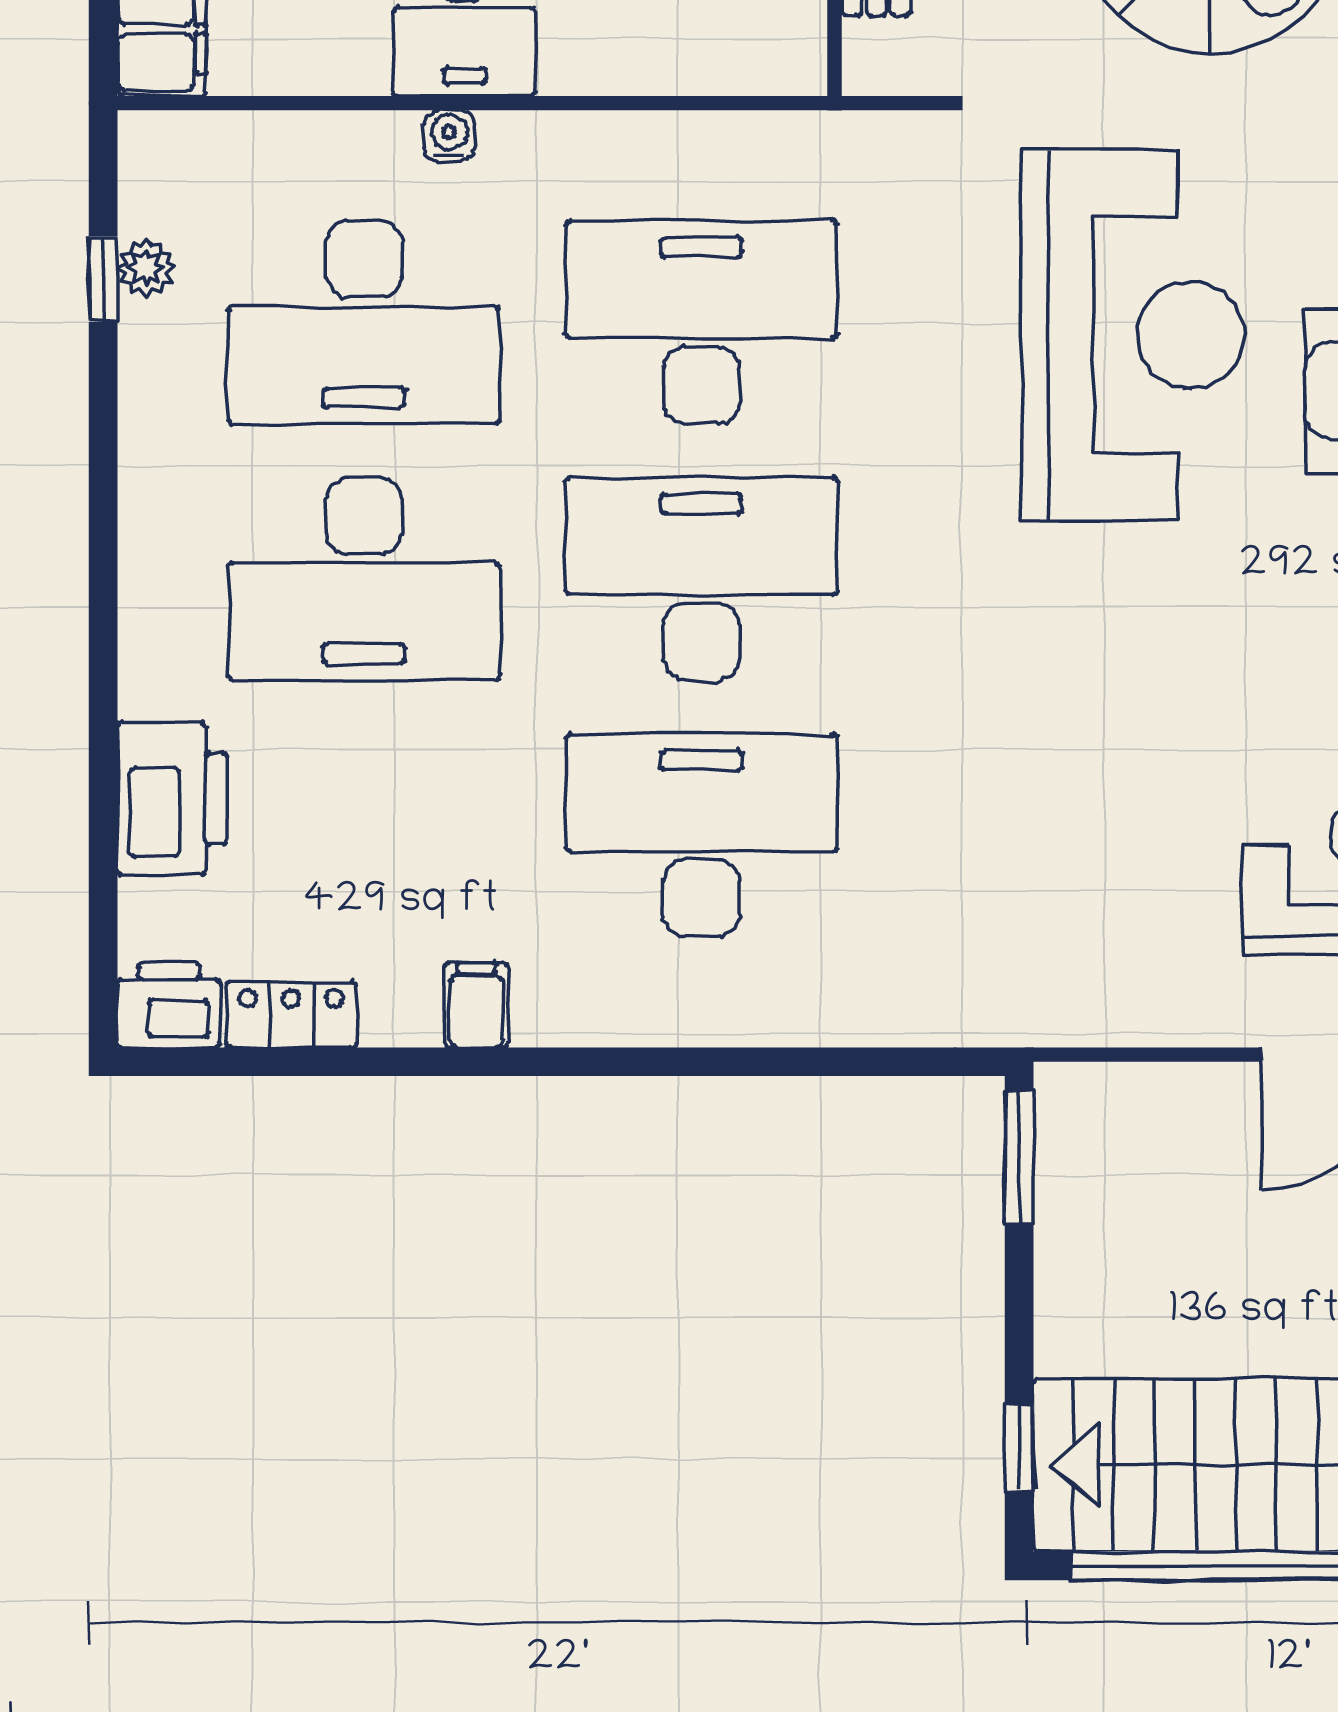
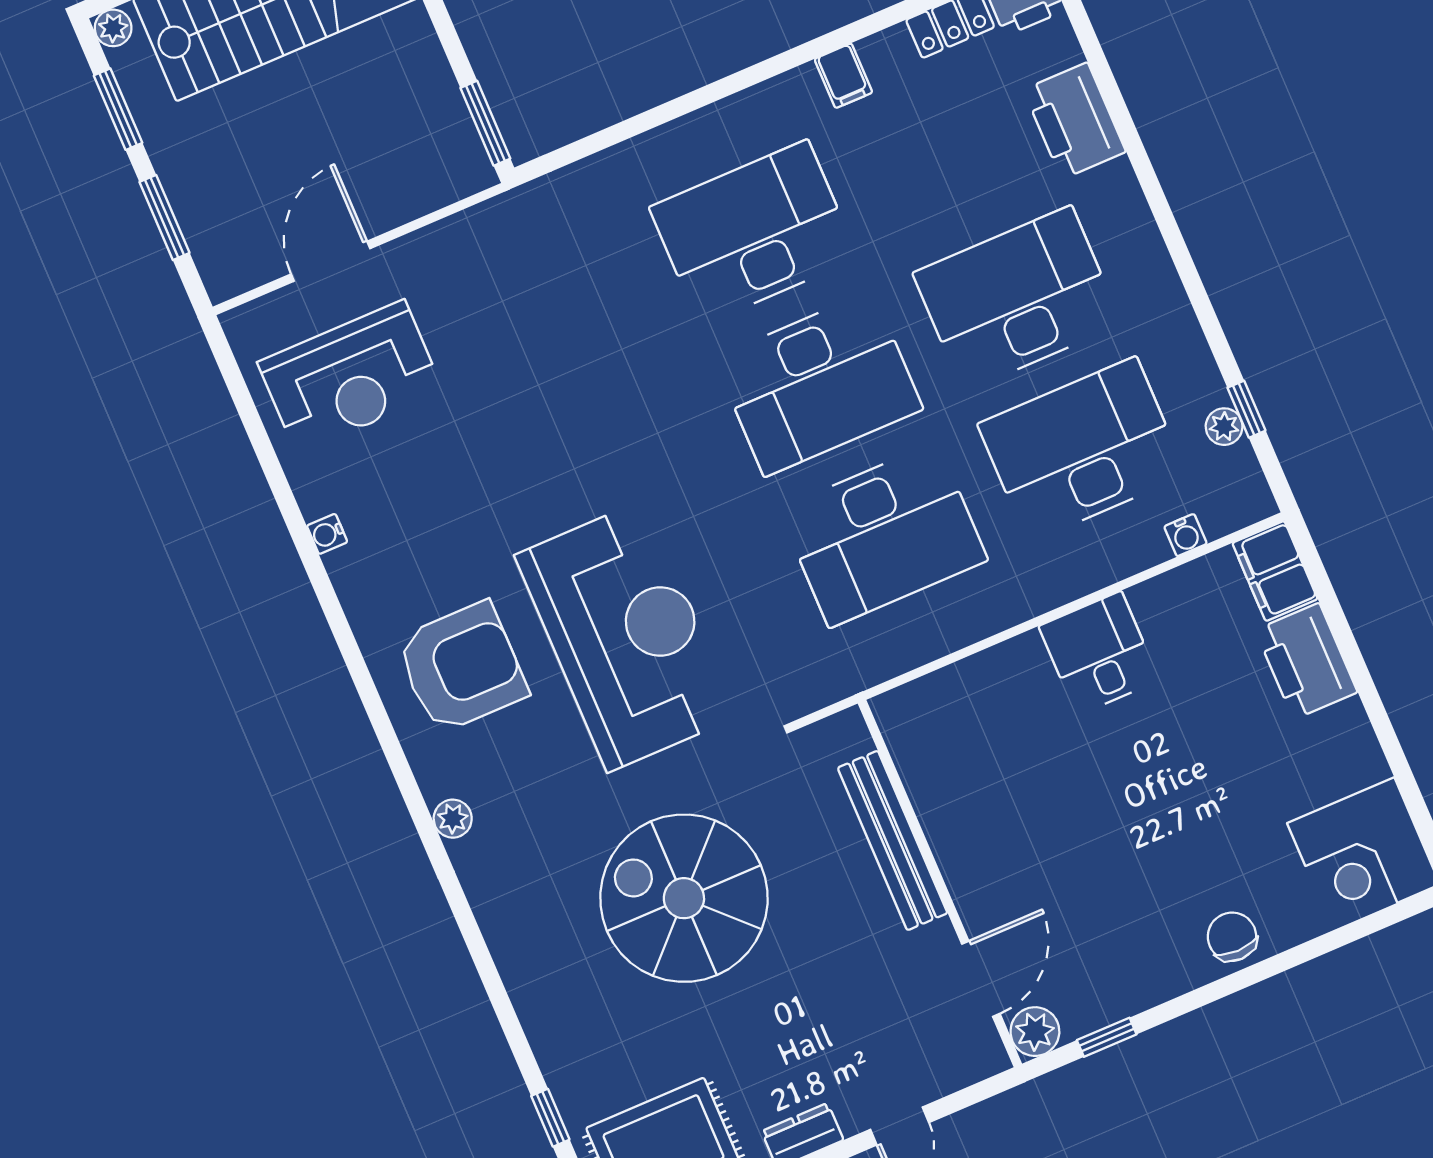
water cooler: (449, 136) -> (1185, 535), moved
reception desk: (1133, 335) -> (626, 636), turned 180
desk: (701, 835) -> (754, 233), turned 180

